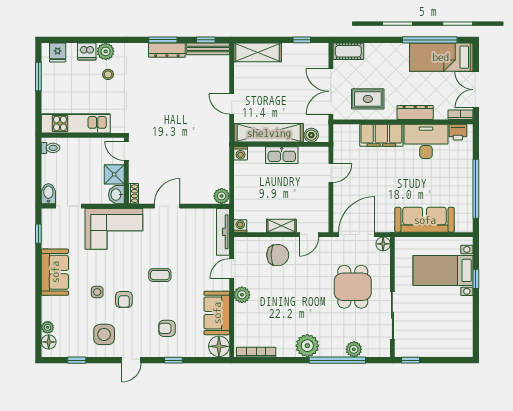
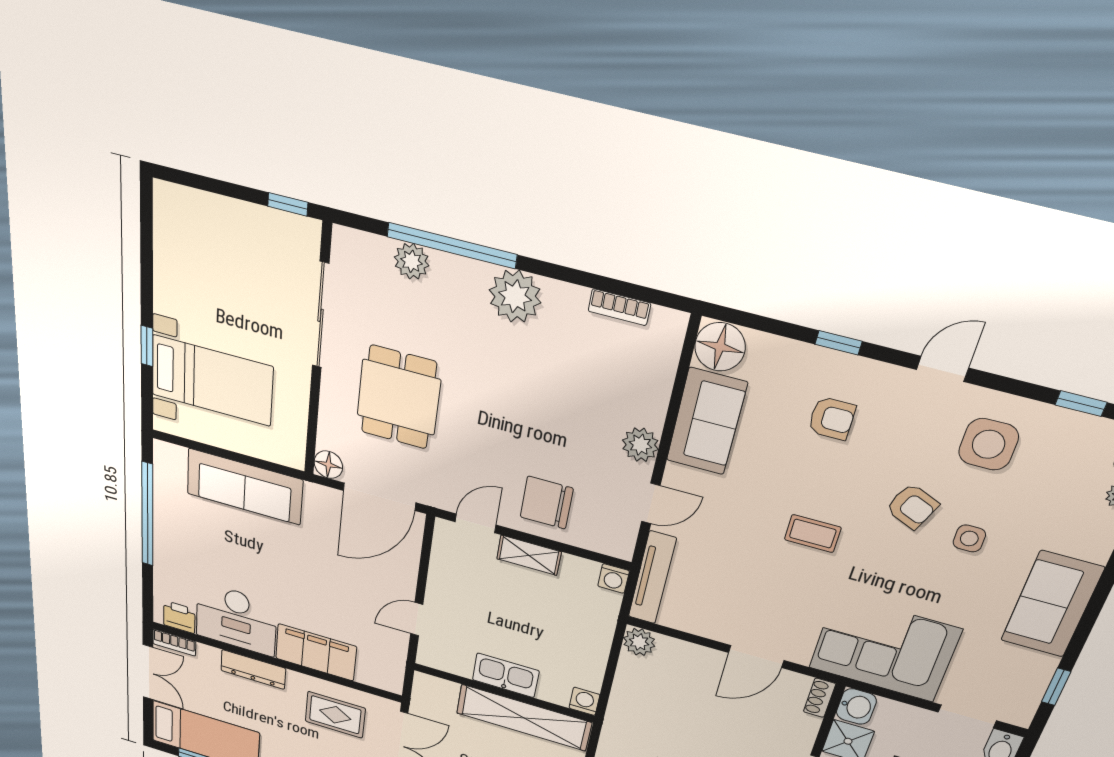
boiler: (311, 135) -> (445, 691), removed
armchair: (124, 299) -> (912, 506), turned 113
bookcase: (256, 352) -> (619, 307), width x0.64

